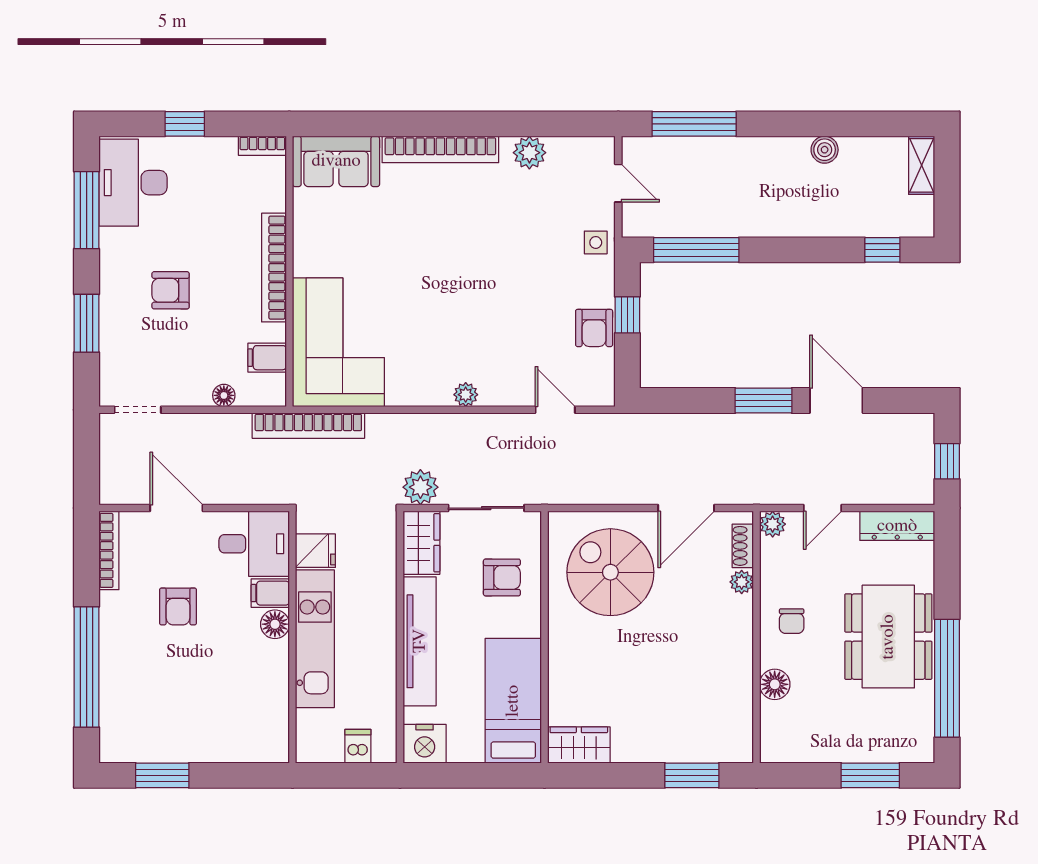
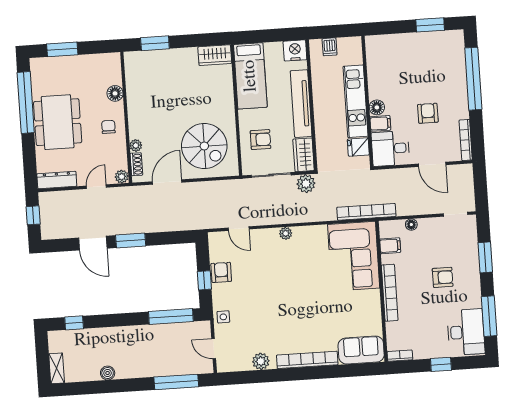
armchair: (502, 577) -> (261, 140), turned 180

